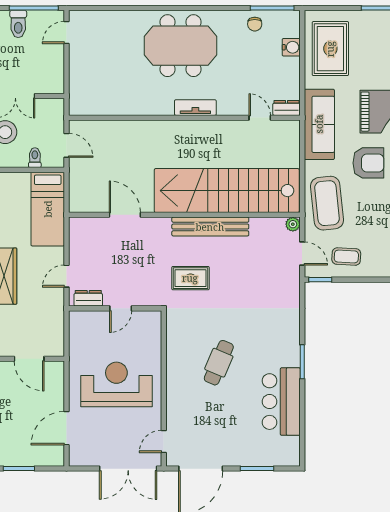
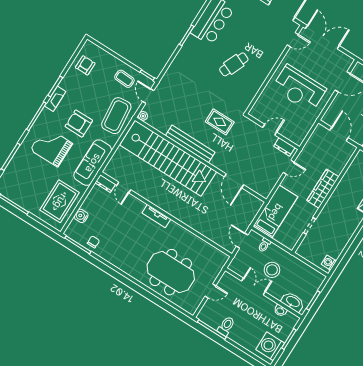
door: (67, 32) -> (210, 291), moved
meeting table: (181, 46) -> (171, 272), moved

